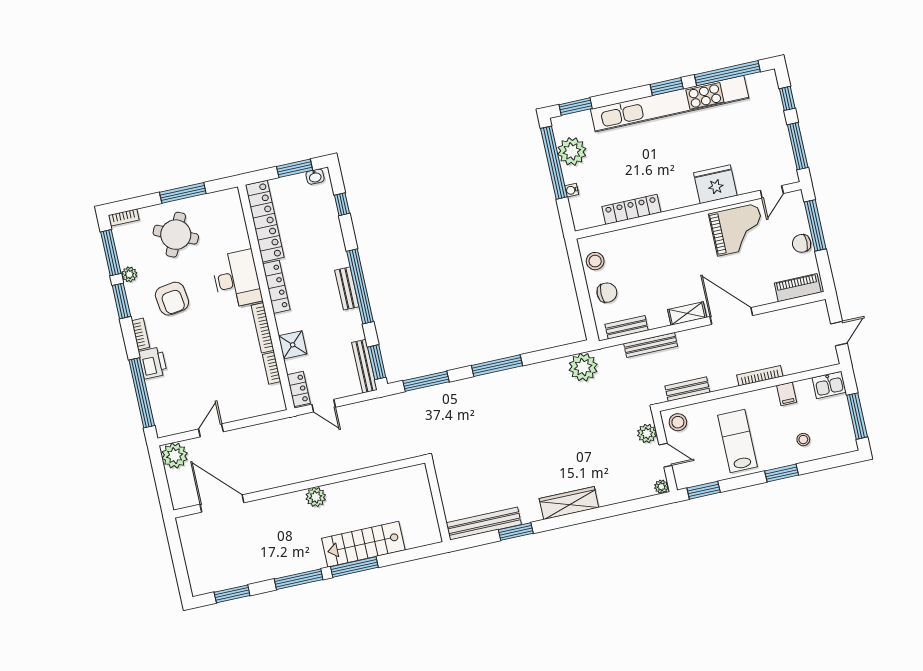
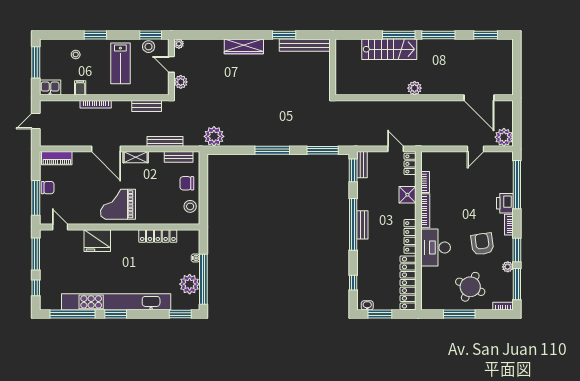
door: (772, 192) -> (60, 227), hinge flipped
grand piano: (738, 230) -> (118, 204), moved
bench: (364, 366) -> (362, 165), width x0.73
stool: (678, 422) -> (149, 47), moved

